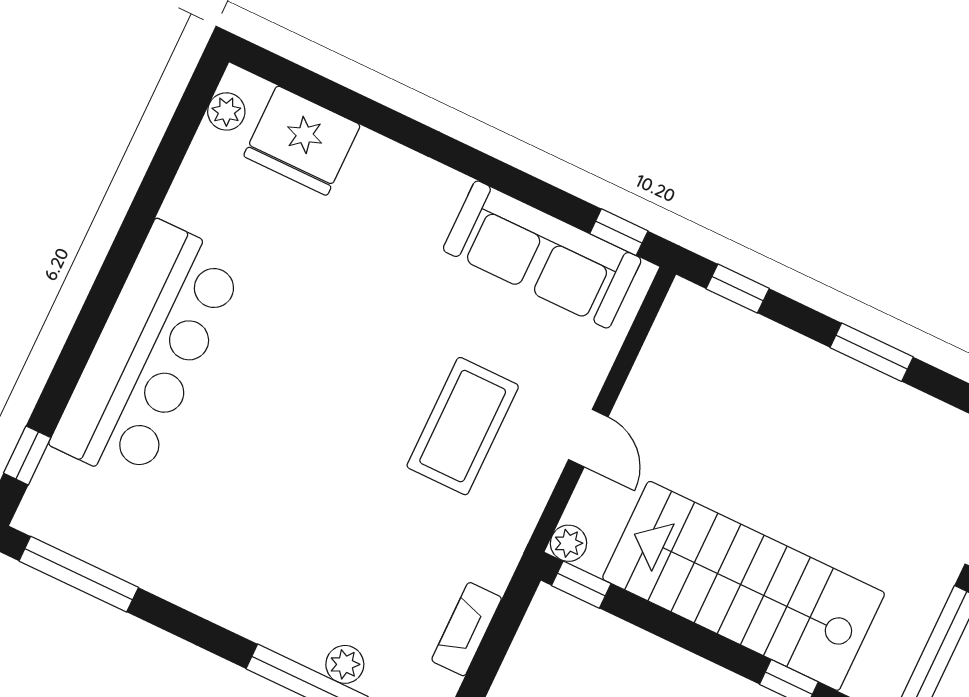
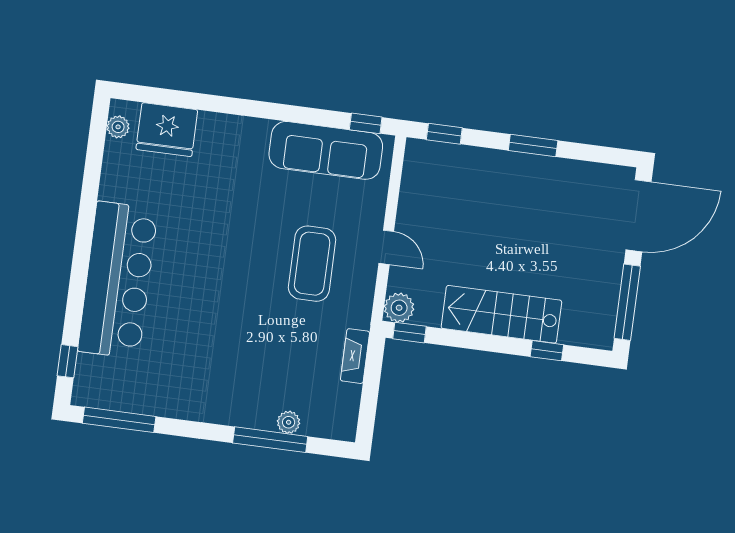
plant: (568, 543) -> (399, 308), width x1.38, depth x1.38
stairs: (744, 586) -> (501, 314), width x0.73, depth x0.66
fireplace: (467, 629) -> (355, 356), moved

